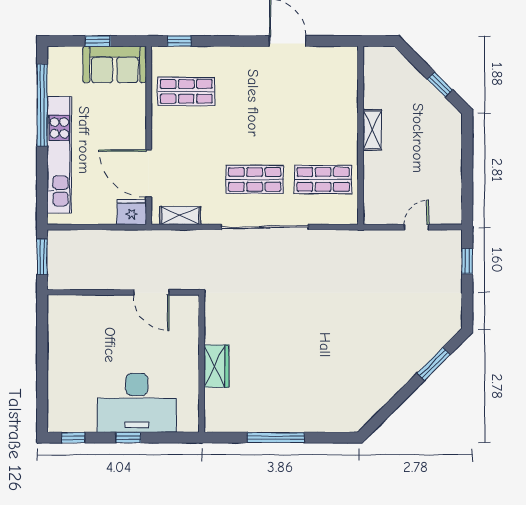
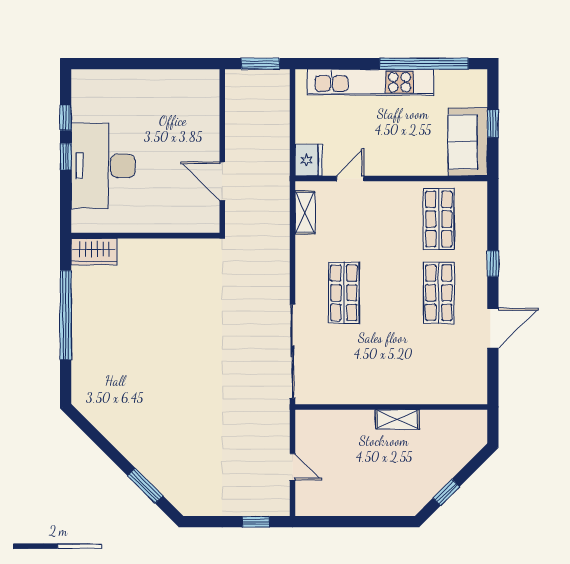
window: (179, 41) -> (493, 264), moved
door: (149, 173) -> (350, 179), width x0.53
shop shelf: (323, 179) -> (439, 293), moved
sliding door: (265, 227) -> (293, 351), moved
door: (151, 292) -> (222, 181), hinge flipped
wardrobe: (216, 366) -> (94, 252), moved
window: (73, 438) -> (66, 118), moved
window: (276, 438) -> (66, 315), width x1.46

